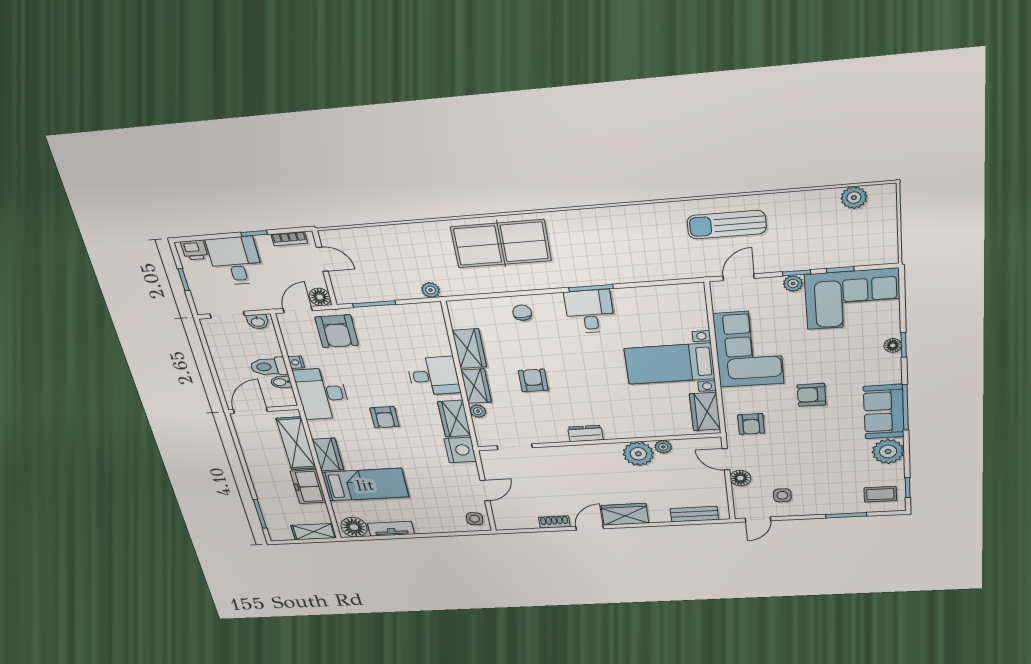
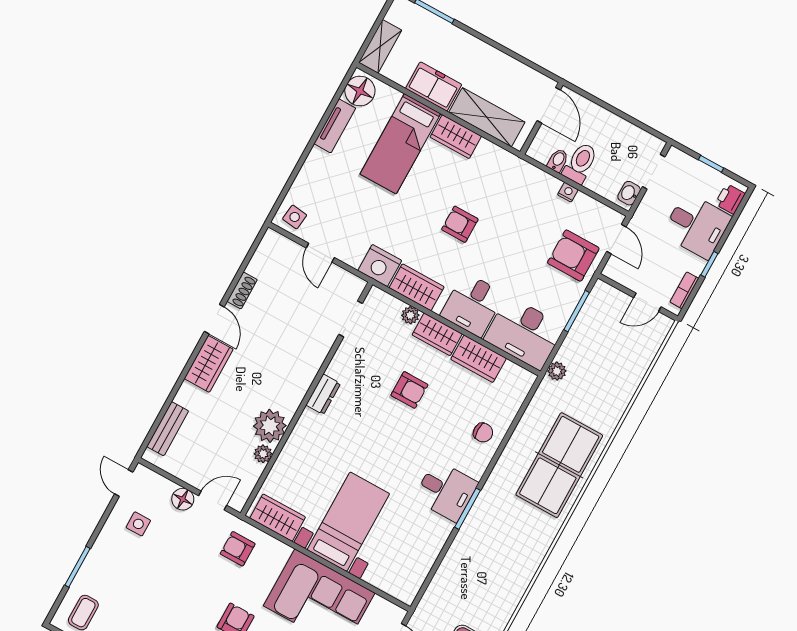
floor lamp: (320, 297) -> (615, 269), removed
desk: (322, 394) -> (524, 333), moved, turned 180

